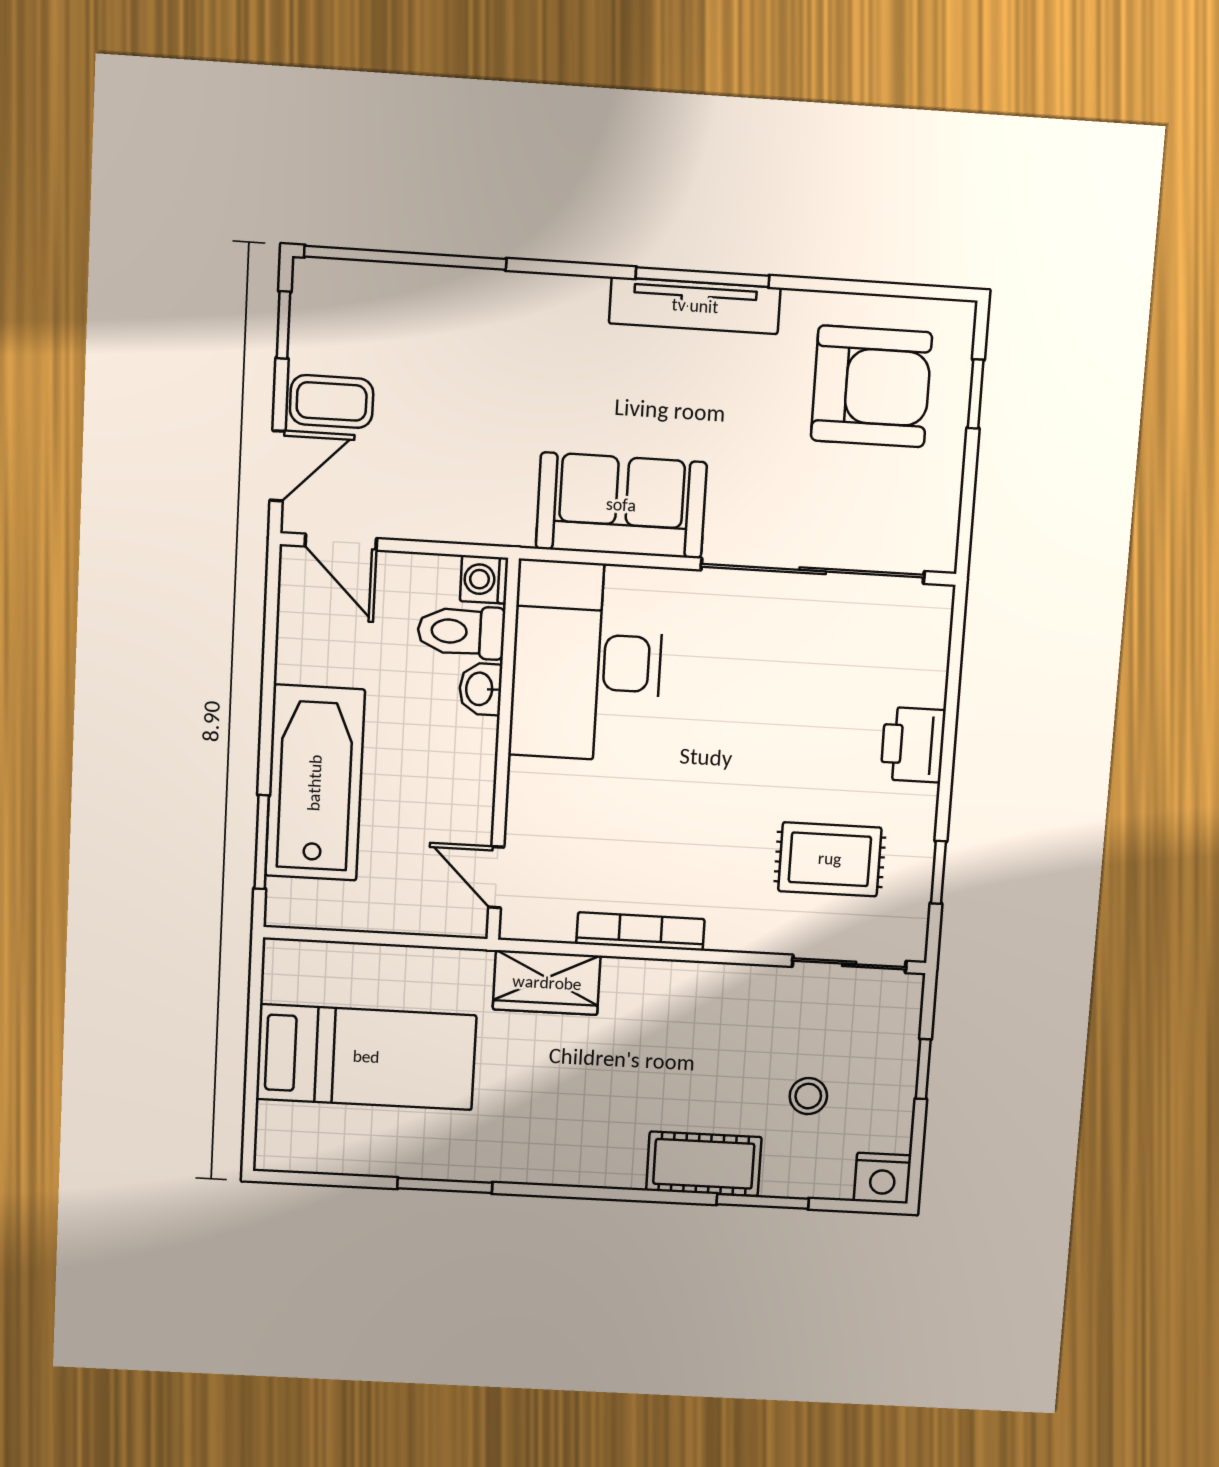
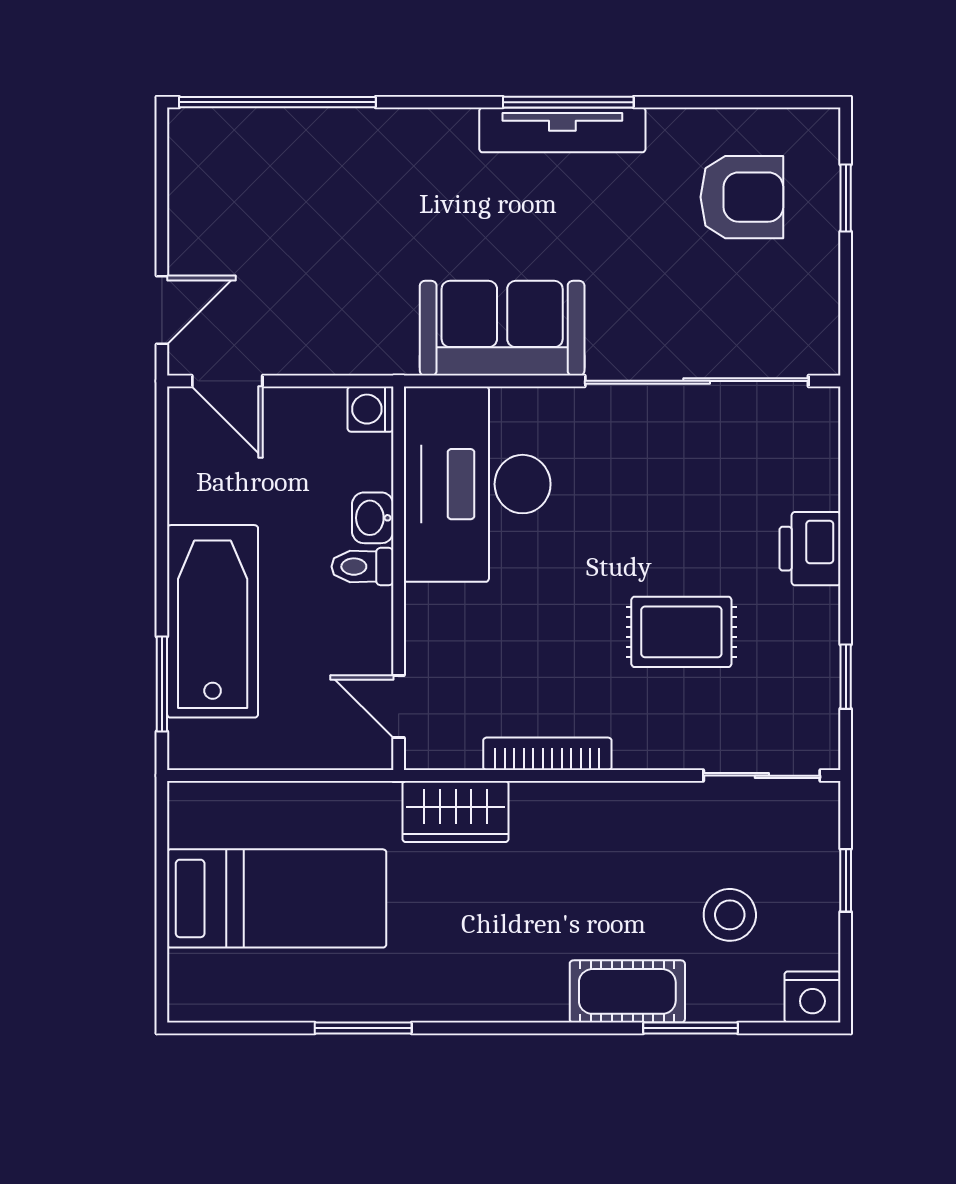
window: (283, 325) -> (162, 174), removed
armchair: (871, 386) -> (742, 197), width x0.73, depth x0.73
coffee table: (332, 401) -> (212, 245), removed
toilet: (461, 632) -> (362, 567), moved, width x0.73, depth x0.72
rug: (830, 859) -> (681, 632), moved
stool: (808, 1096) -> (730, 915), width x1.37, depth x1.37

